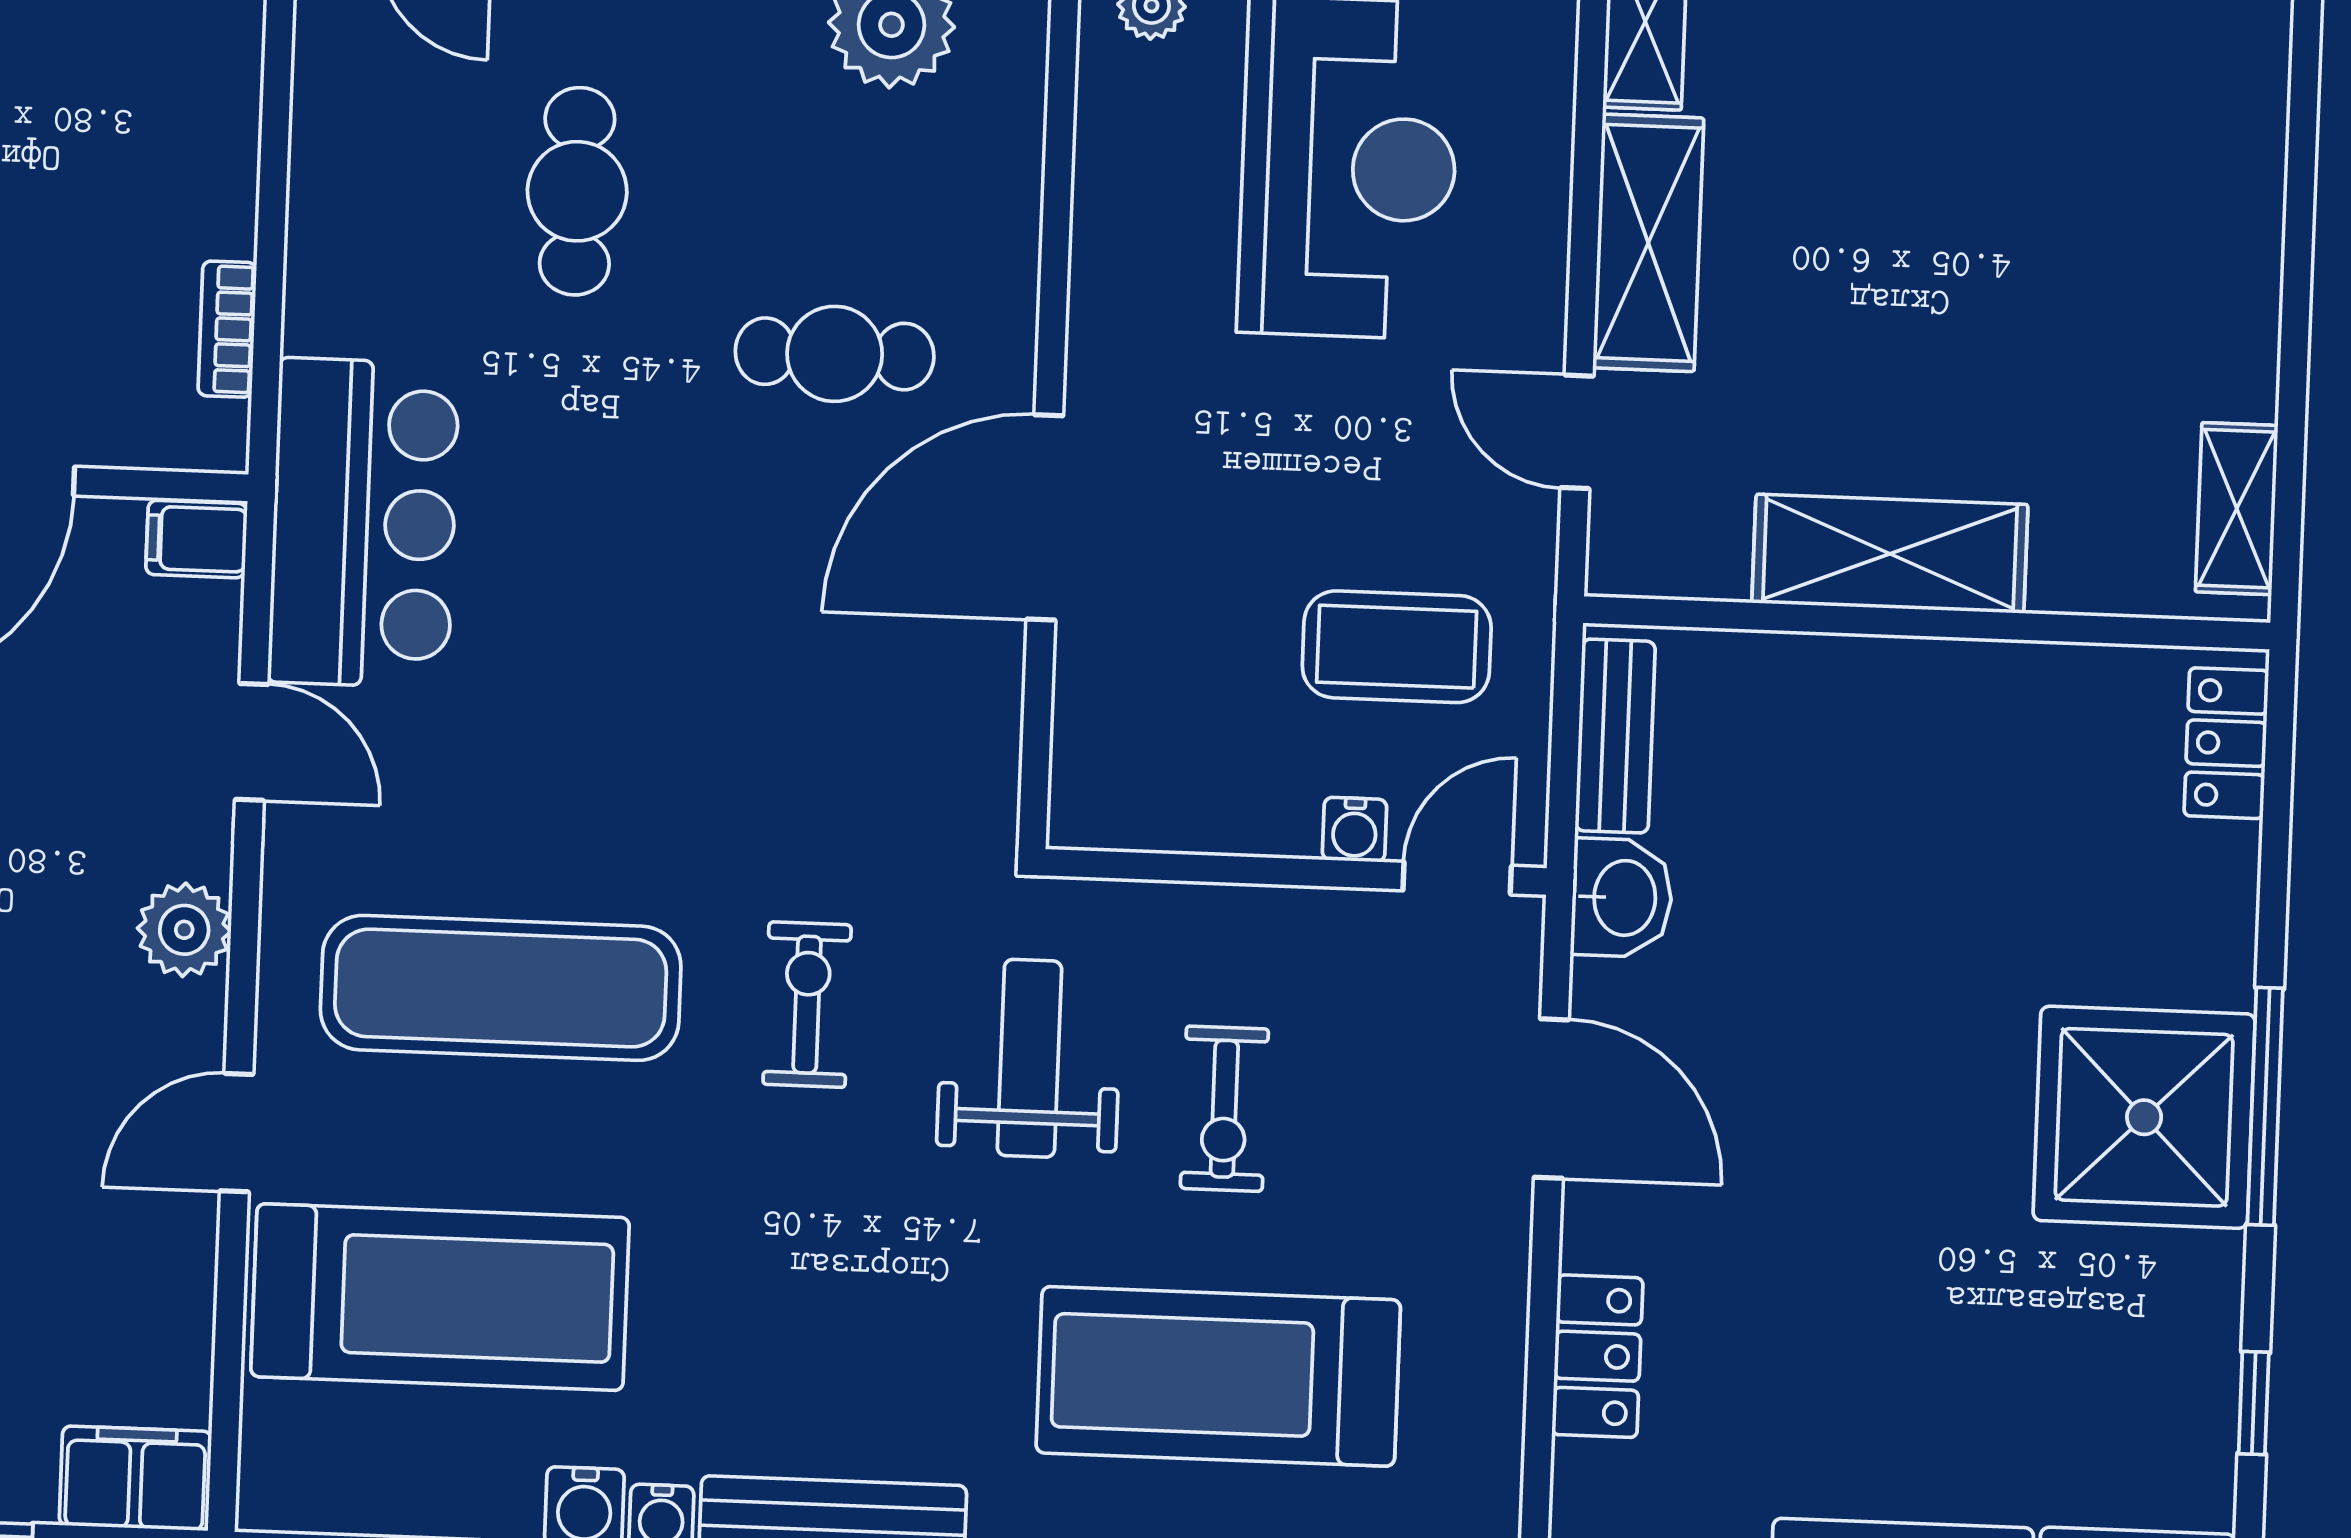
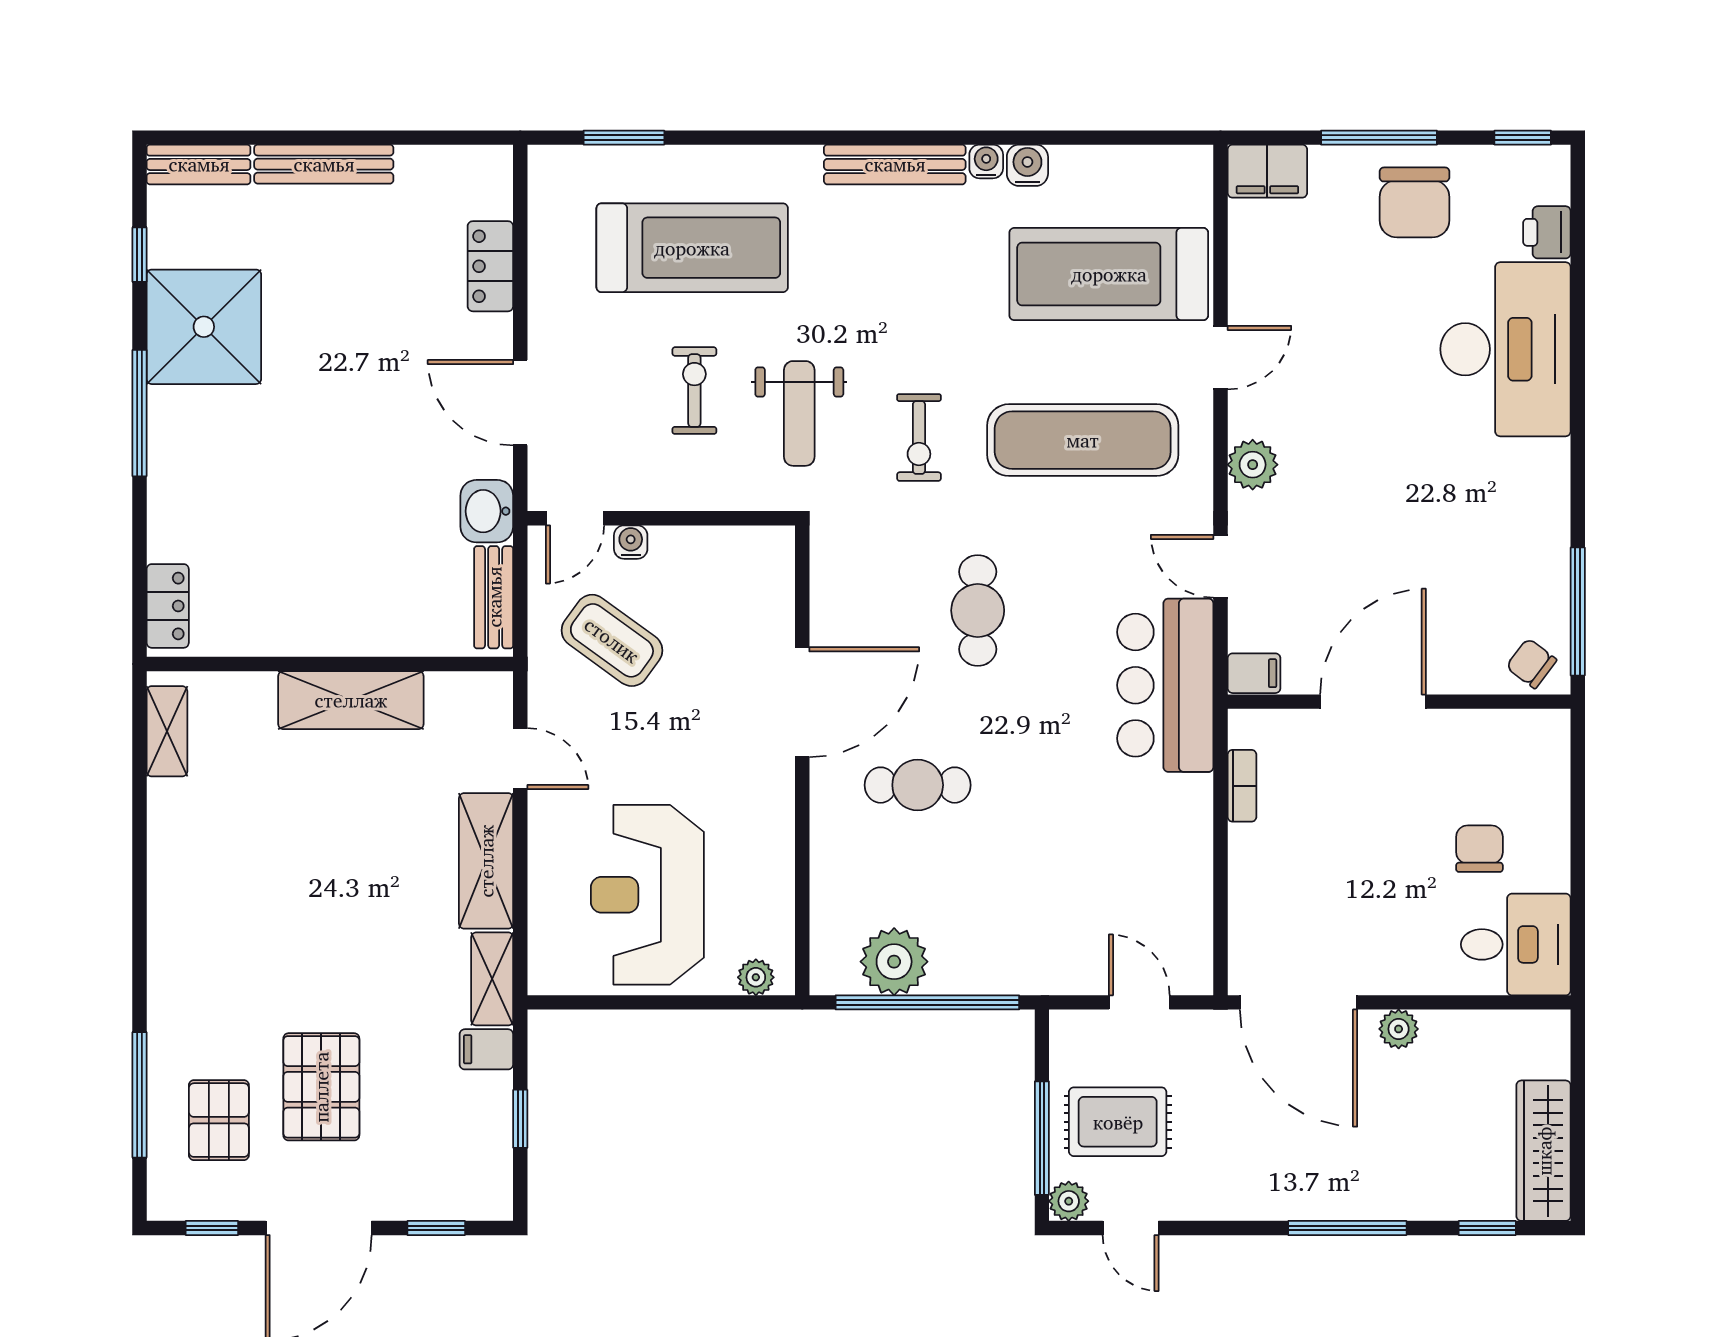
cafe table: (577, 191) -> (978, 610), moved
coffee table: (1397, 647) -> (612, 640), turned 36
shower: (2144, 1117) -> (204, 327), moved

